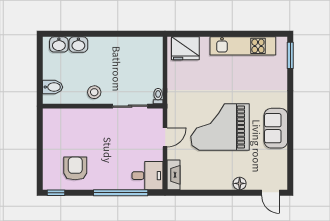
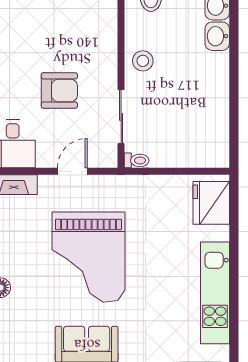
grand piano: (220, 127) -> (88, 257), turned 180
door: (165, 137) -> (72, 171), swing flipped
armchair: (75, 168) -> (59, 90), moved

